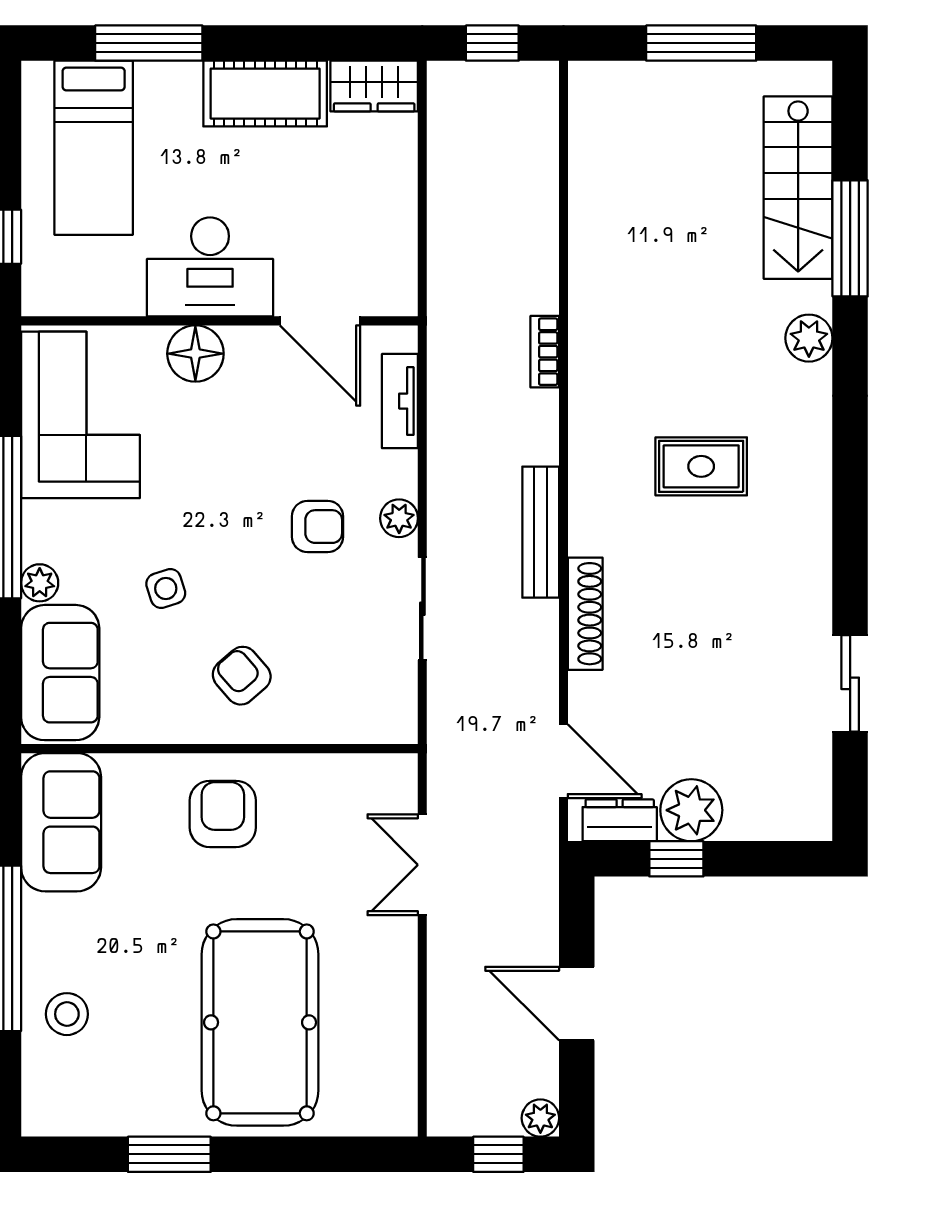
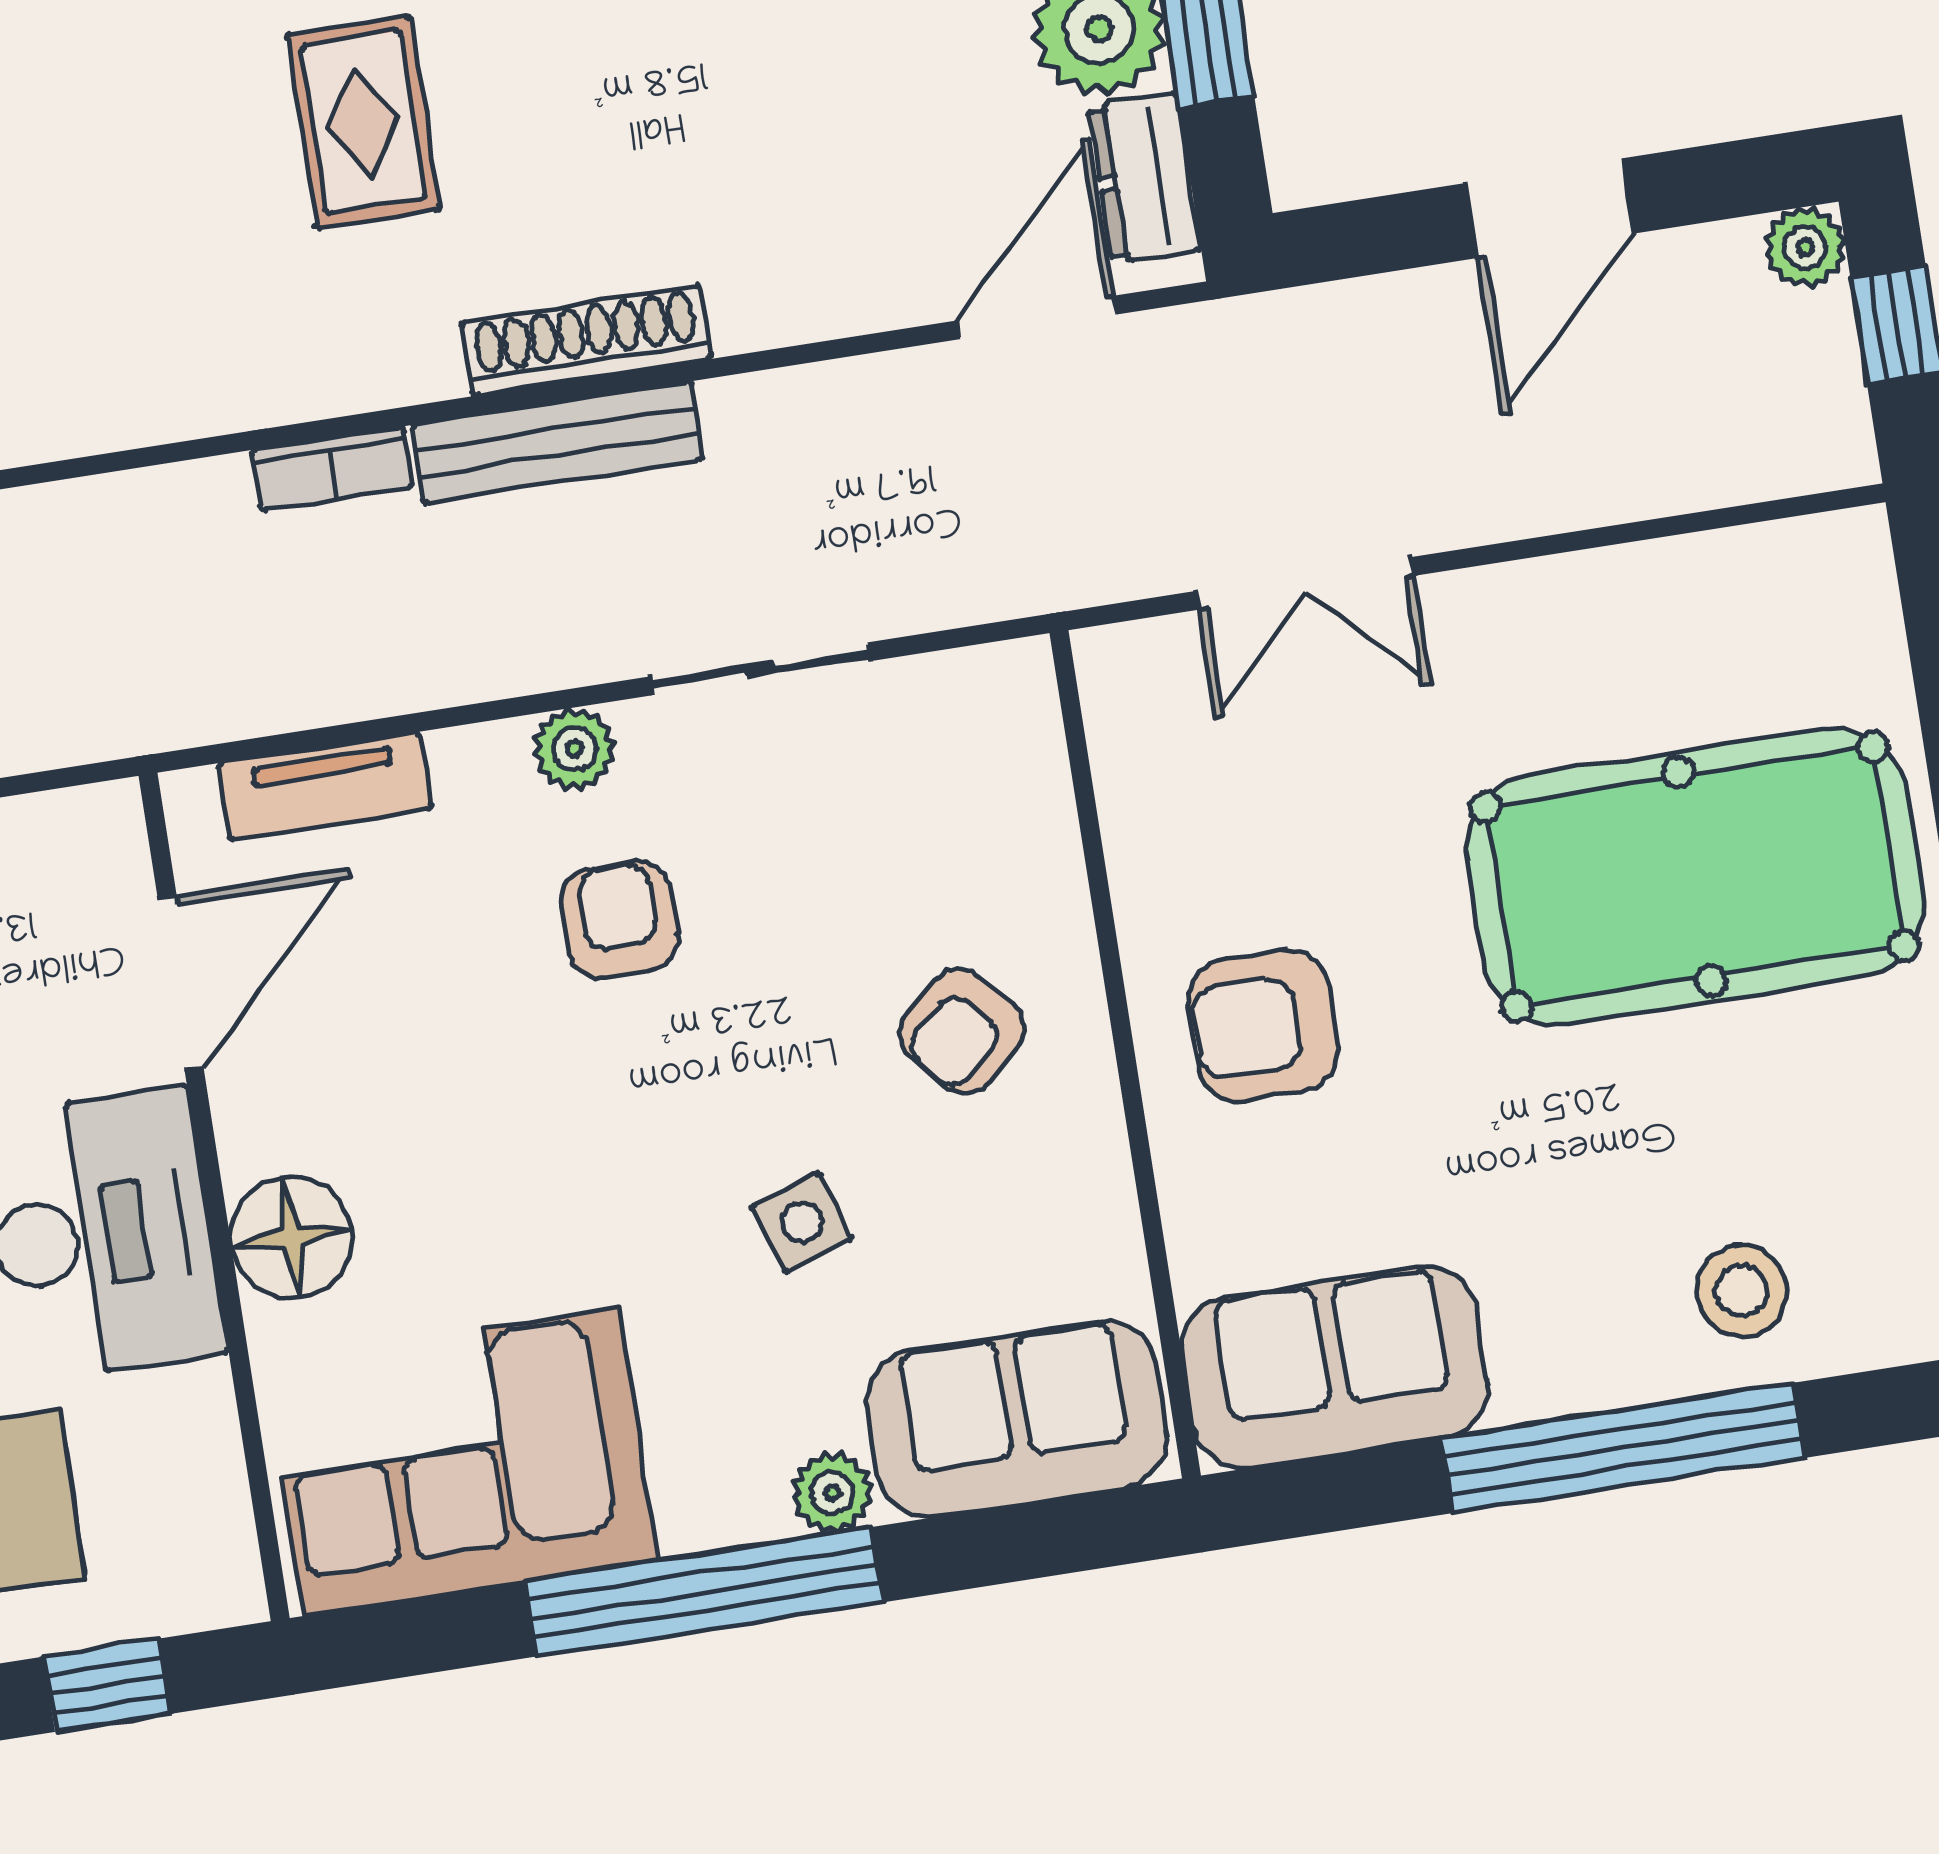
bookcase: (545, 352) -> (332, 469), moved
shoe rack: (585, 614) -> (586, 341), moved

